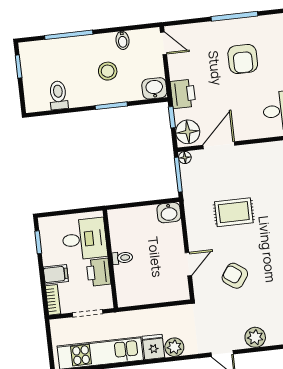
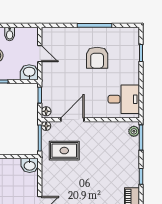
door: (164, 43) -> (40, 54), moved
printer: (183, 94) -> (50, 79), removed
floor lamp: (188, 132) -> (46, 111), width x0.53, depth x0.53
rug: (234, 212) -> (64, 151), moved

